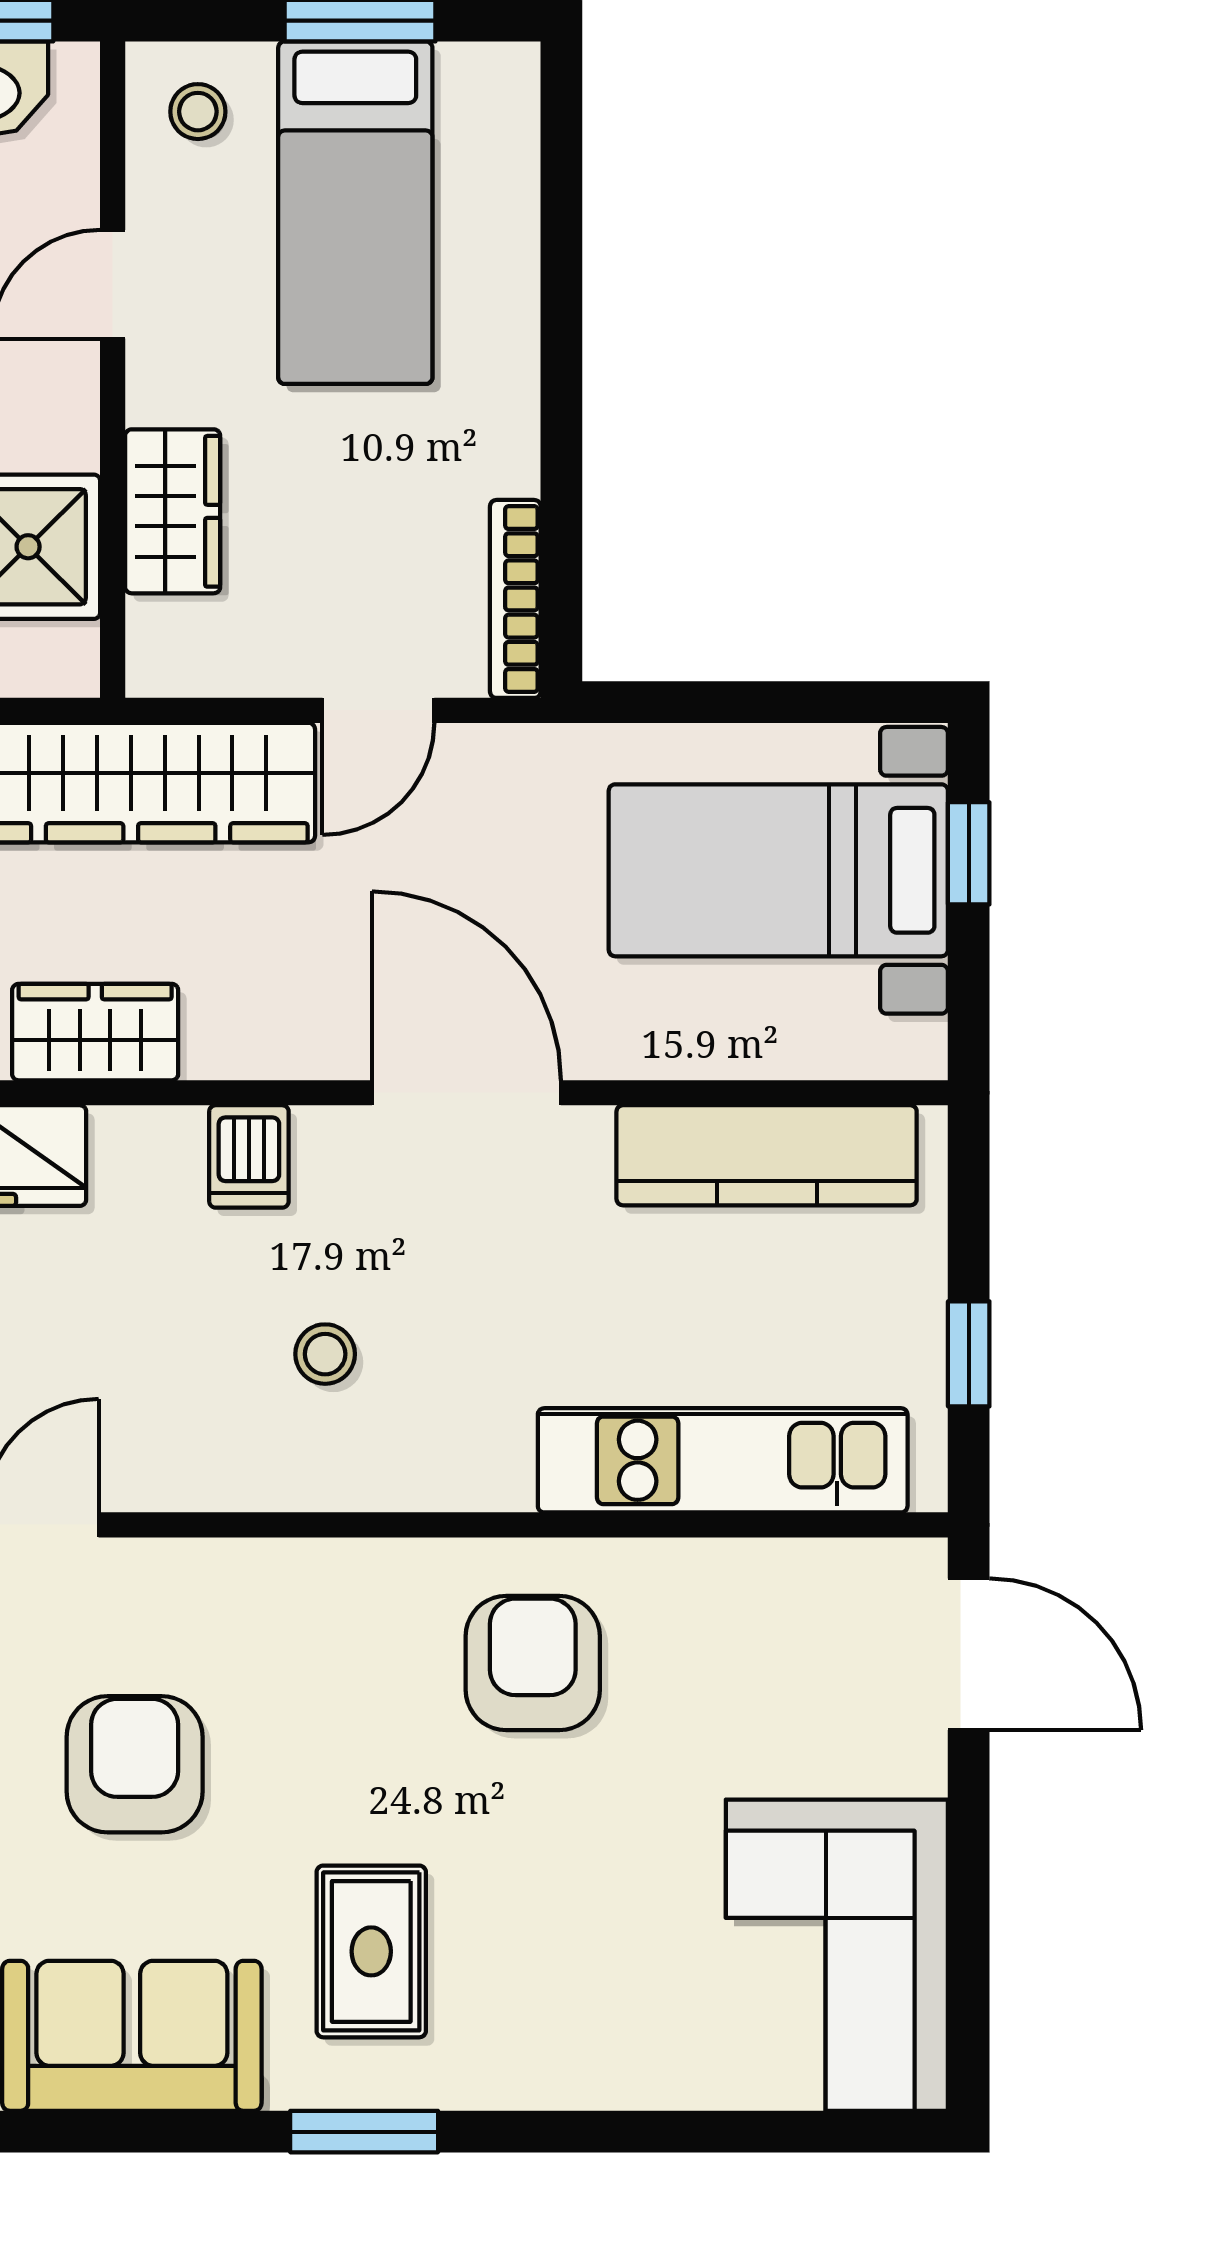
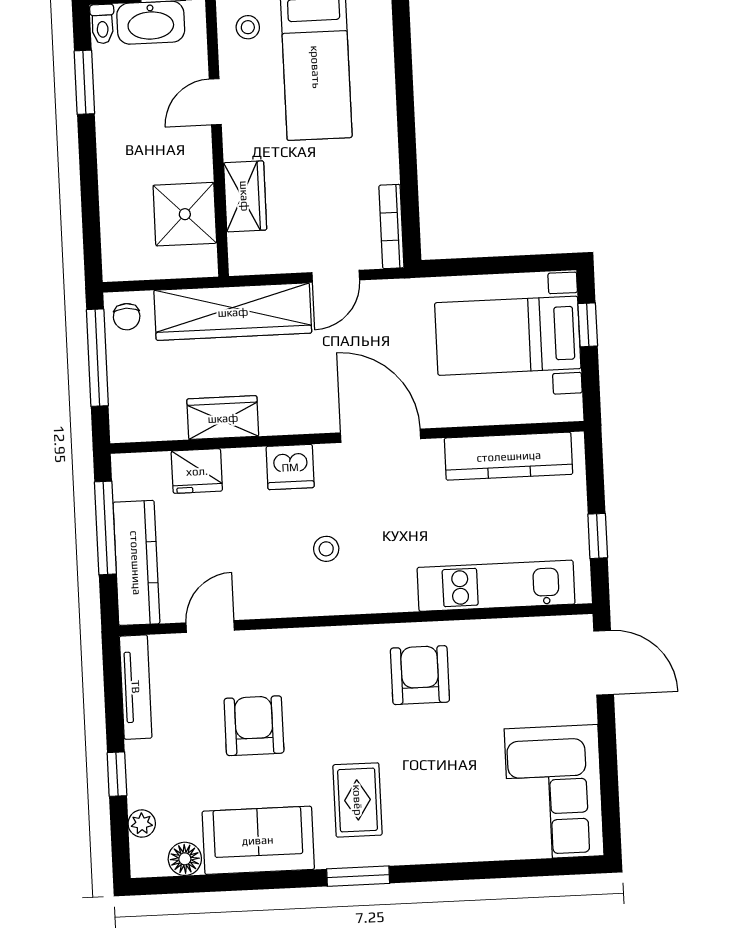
dishwasher: (249, 1156) -> (290, 467), width x1.38

